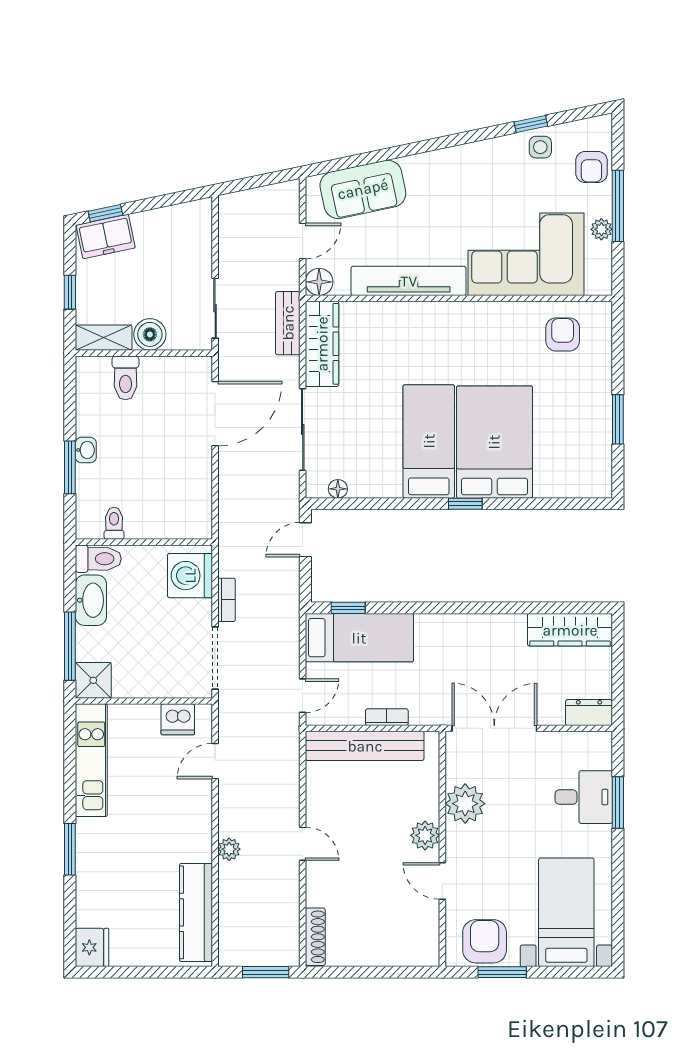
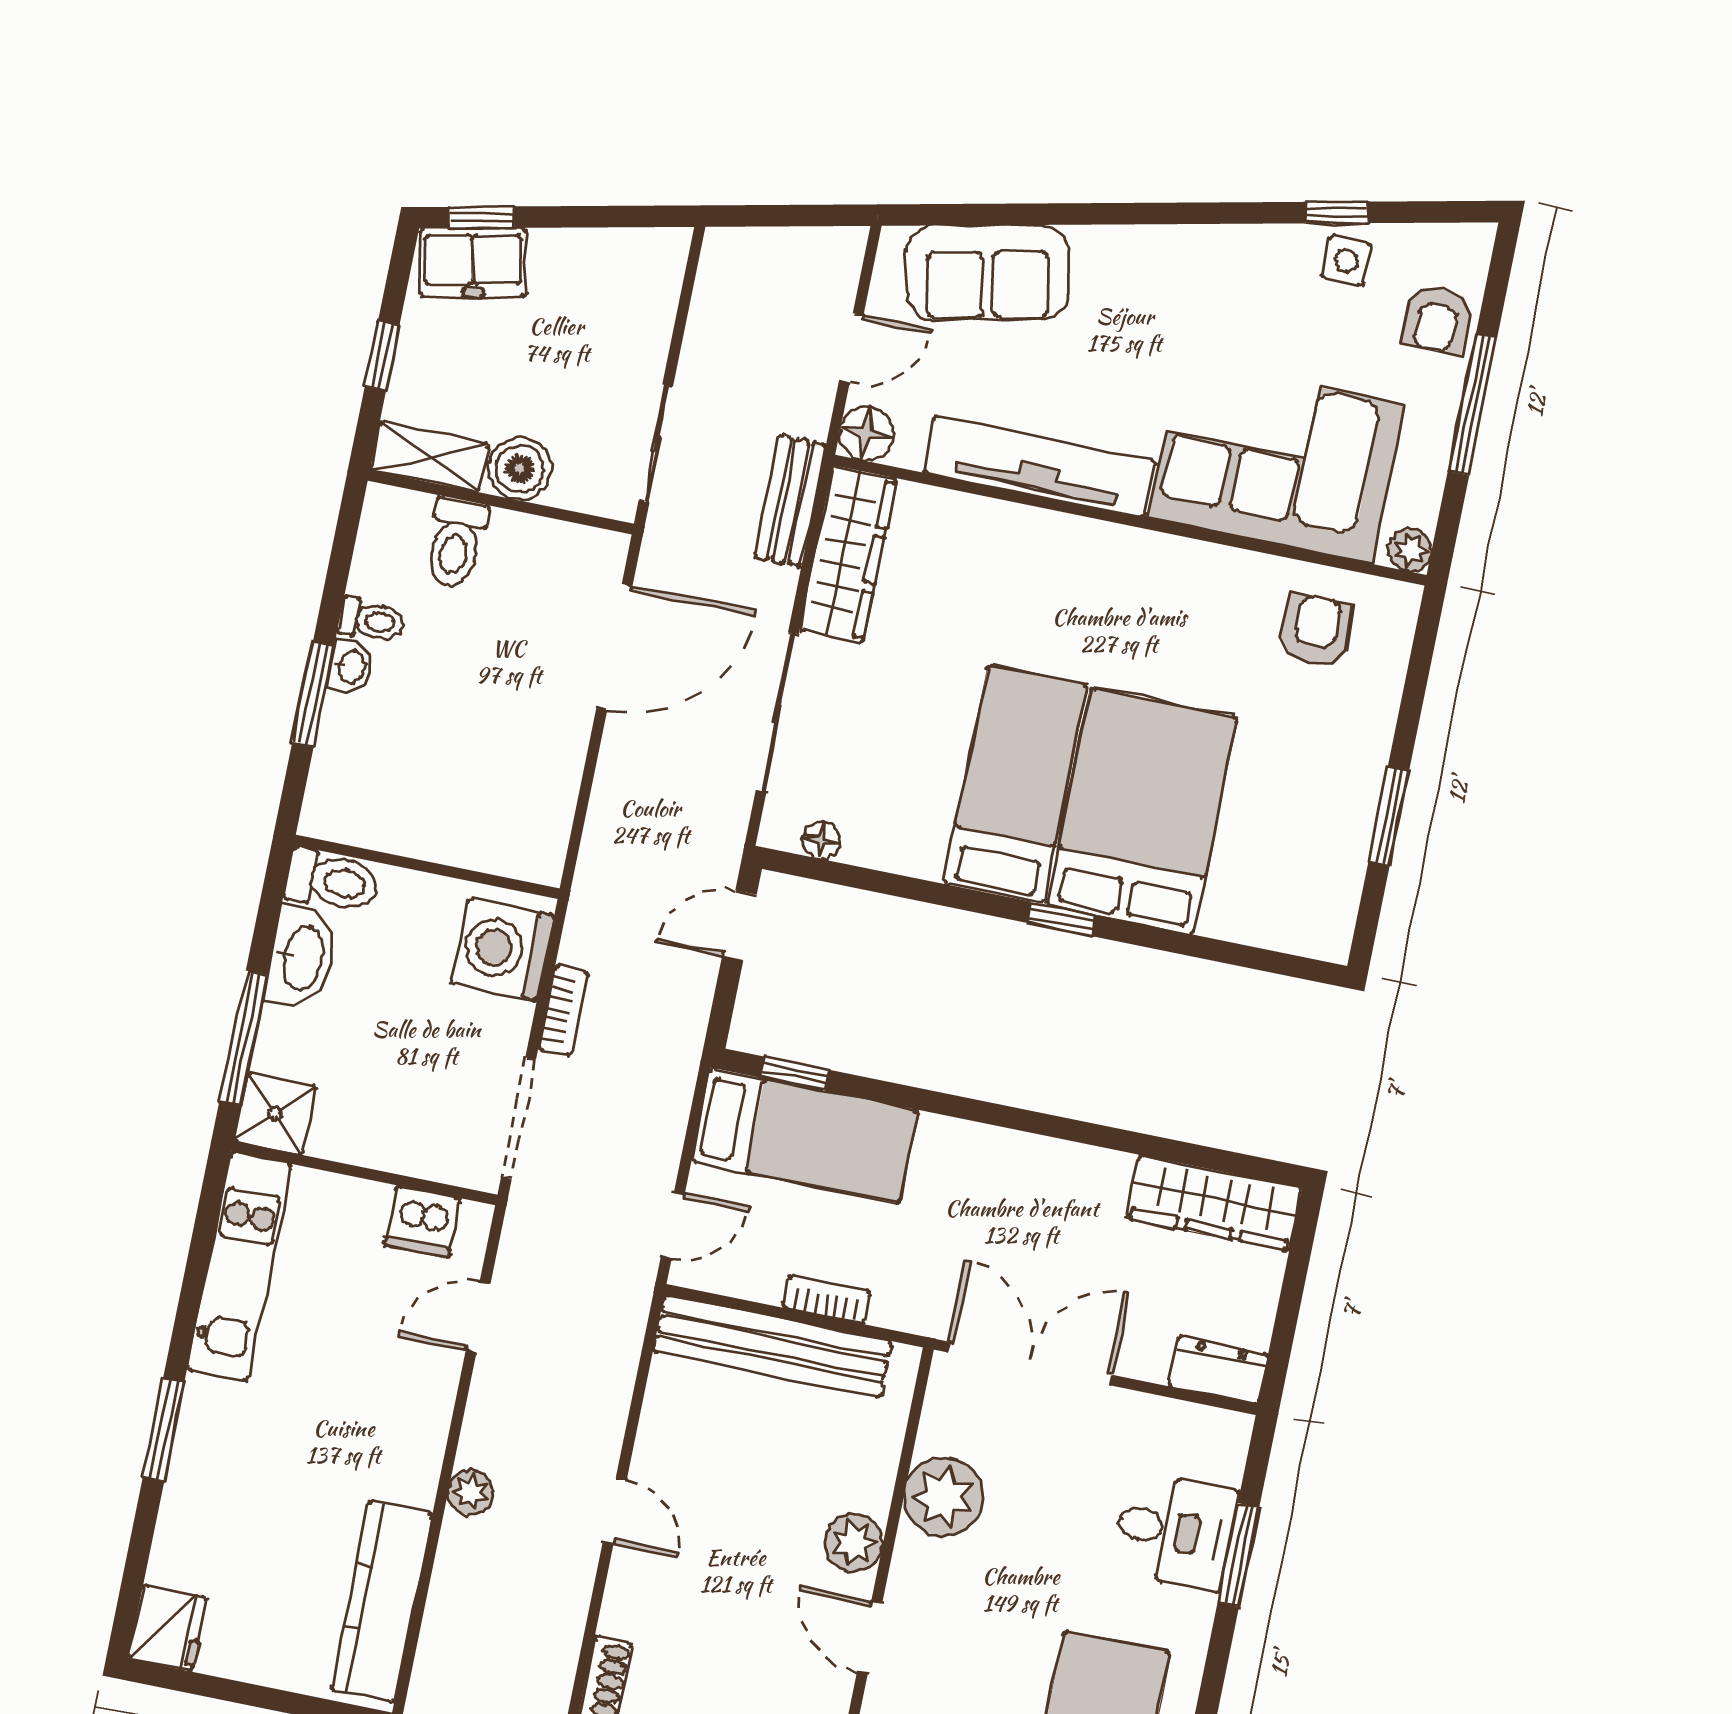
plant: (601, 229) -> (1410, 550), moved
toilet: (114, 523) -> (372, 620), moved, turned 90

